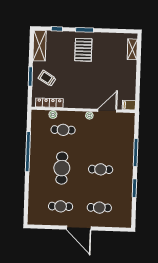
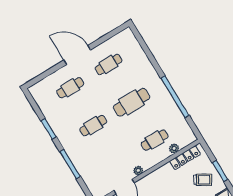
cafe table: (62, 168) -> (132, 102), turned 90

